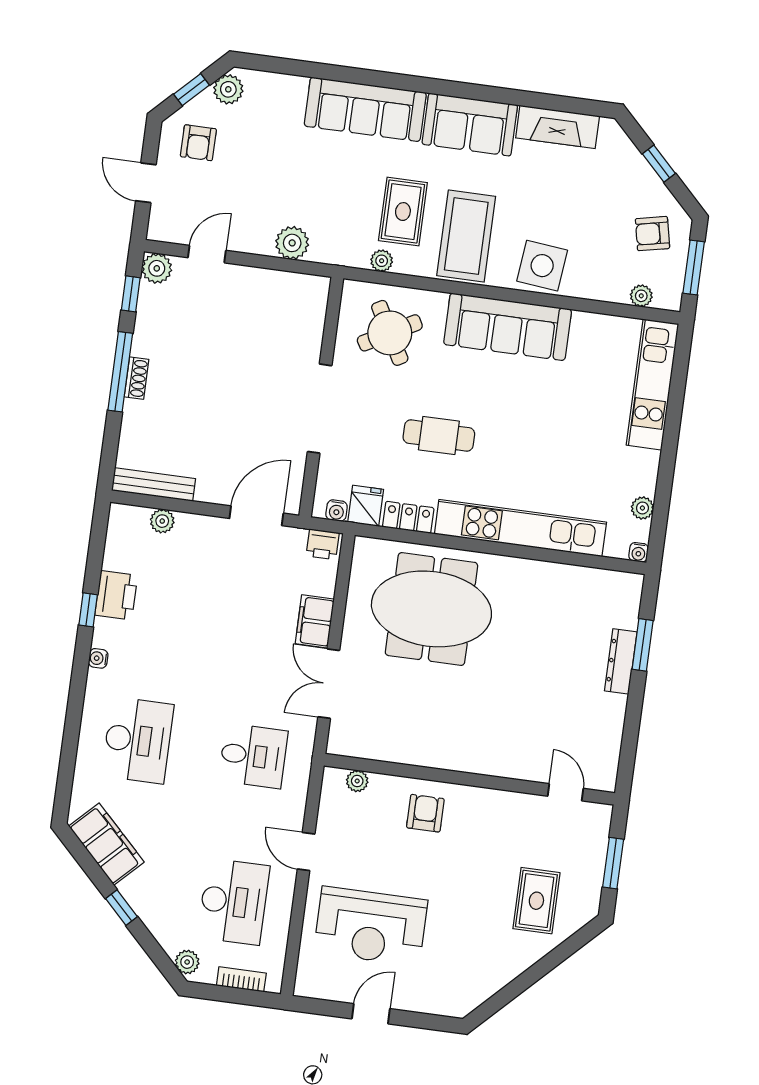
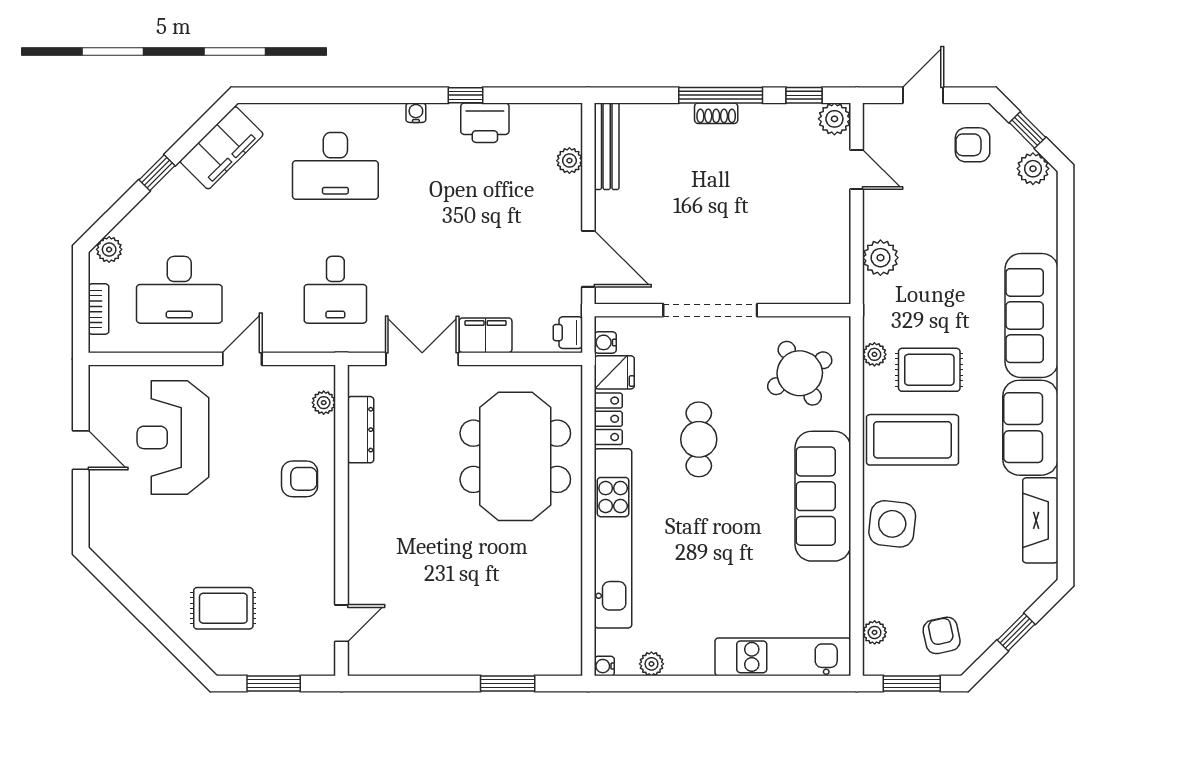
dresser: (621, 661) -> (361, 430), moved, turned 90

